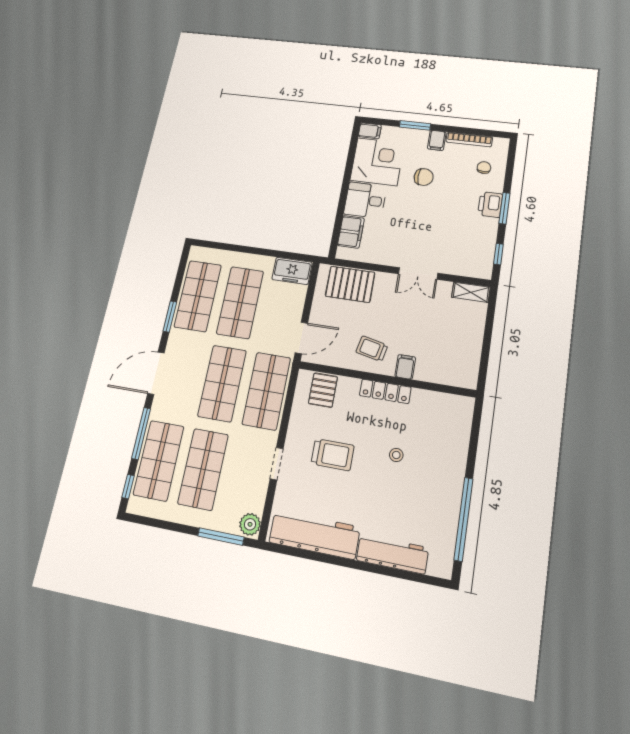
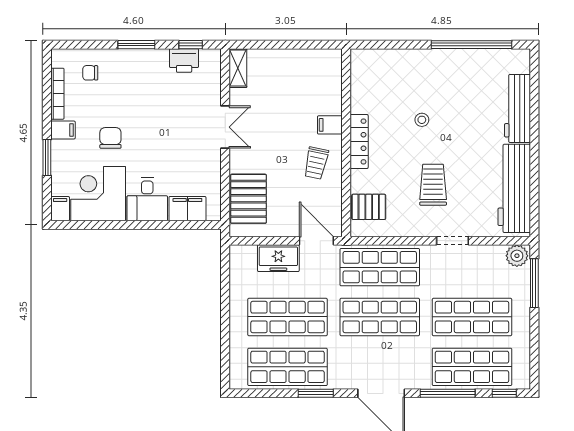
printer: (490, 205) -> (184, 60), moved
freezer: (292, 271) -> (278, 258), moved, turned 90

